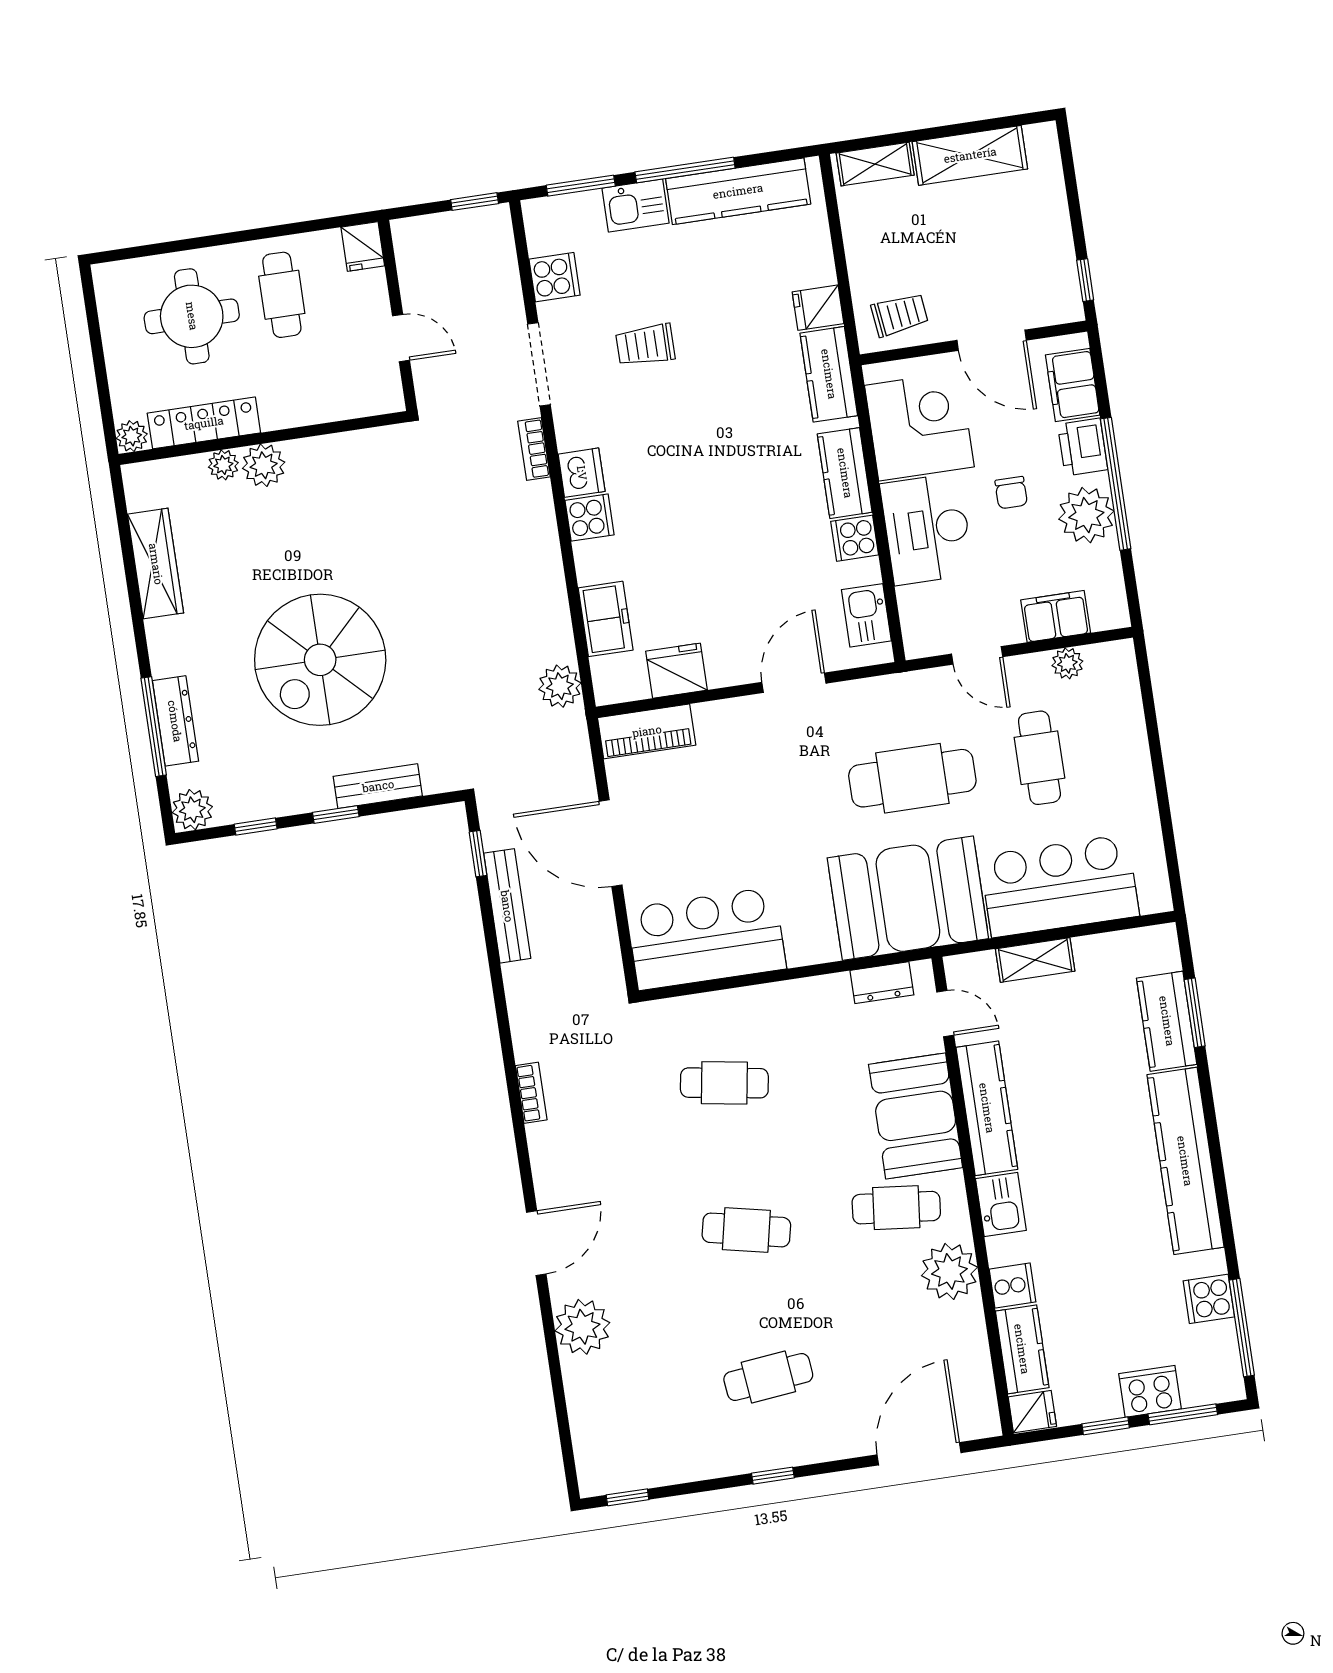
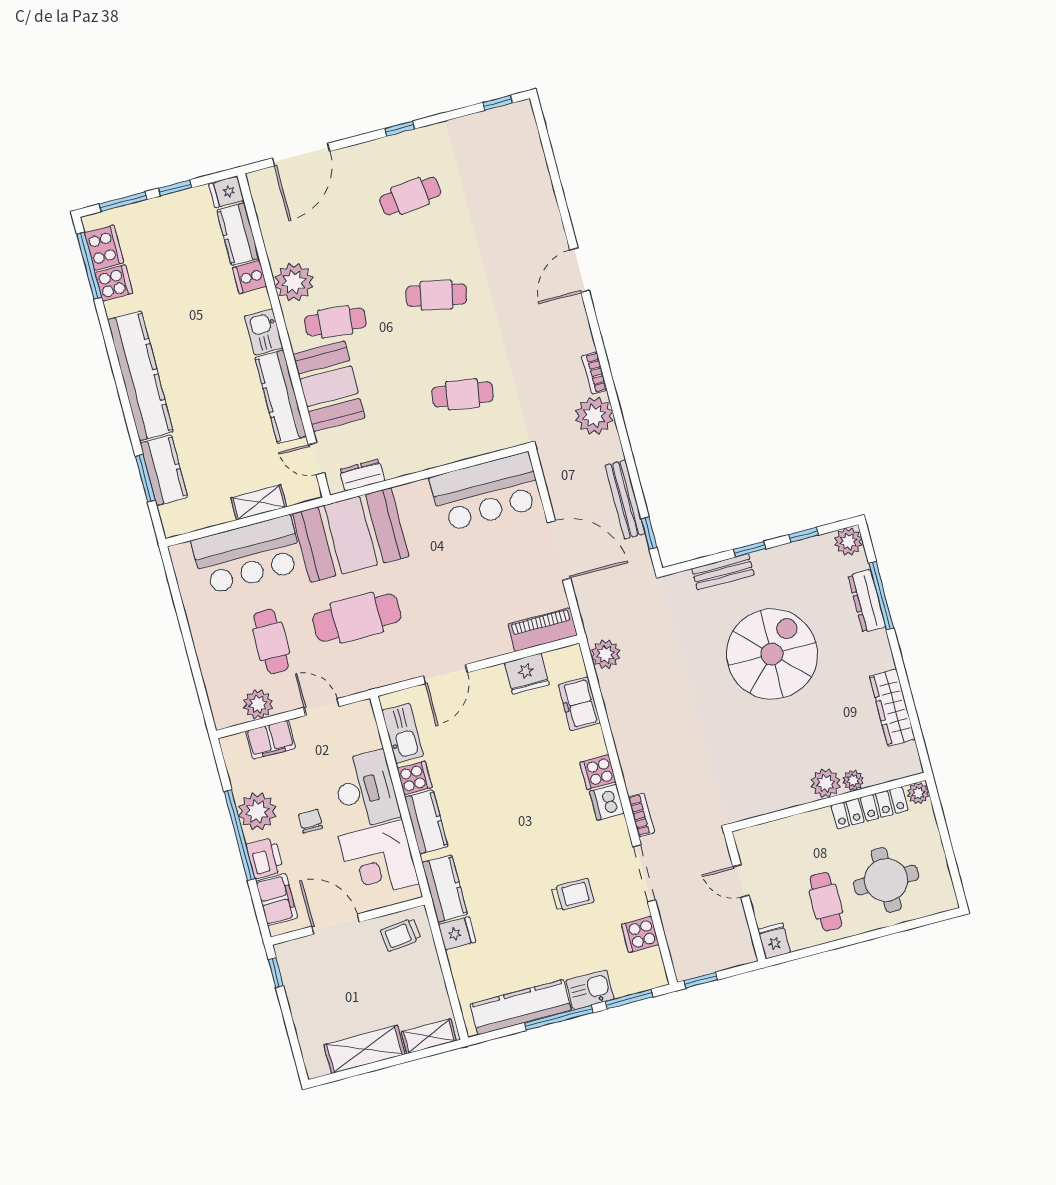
kitchen sink: (866, 615) -> (403, 733), width x1.38
plant: (1067, 663) -> (258, 704), width x1.38, depth x1.38
plant: (582, 1327) -> (594, 416), moved
cooker: (1150, 1391) -> (104, 248), moved, turned -90

